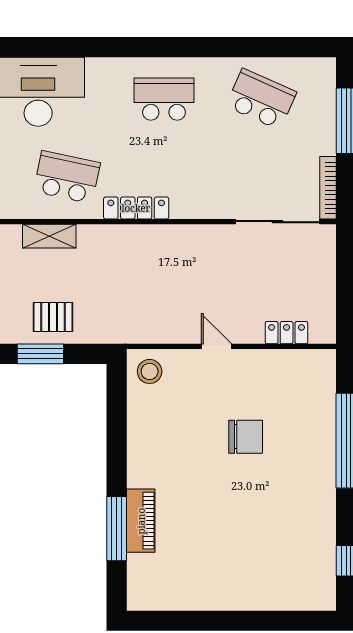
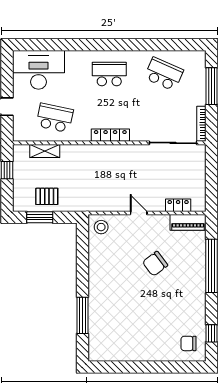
locker: (136, 208) -> (110, 135), moved
chair: (246, 437) -> (155, 264), turned 143
piano: (141, 521) -> (188, 222), moved, turned 90
chair: (305, 579) -> (188, 343), added

